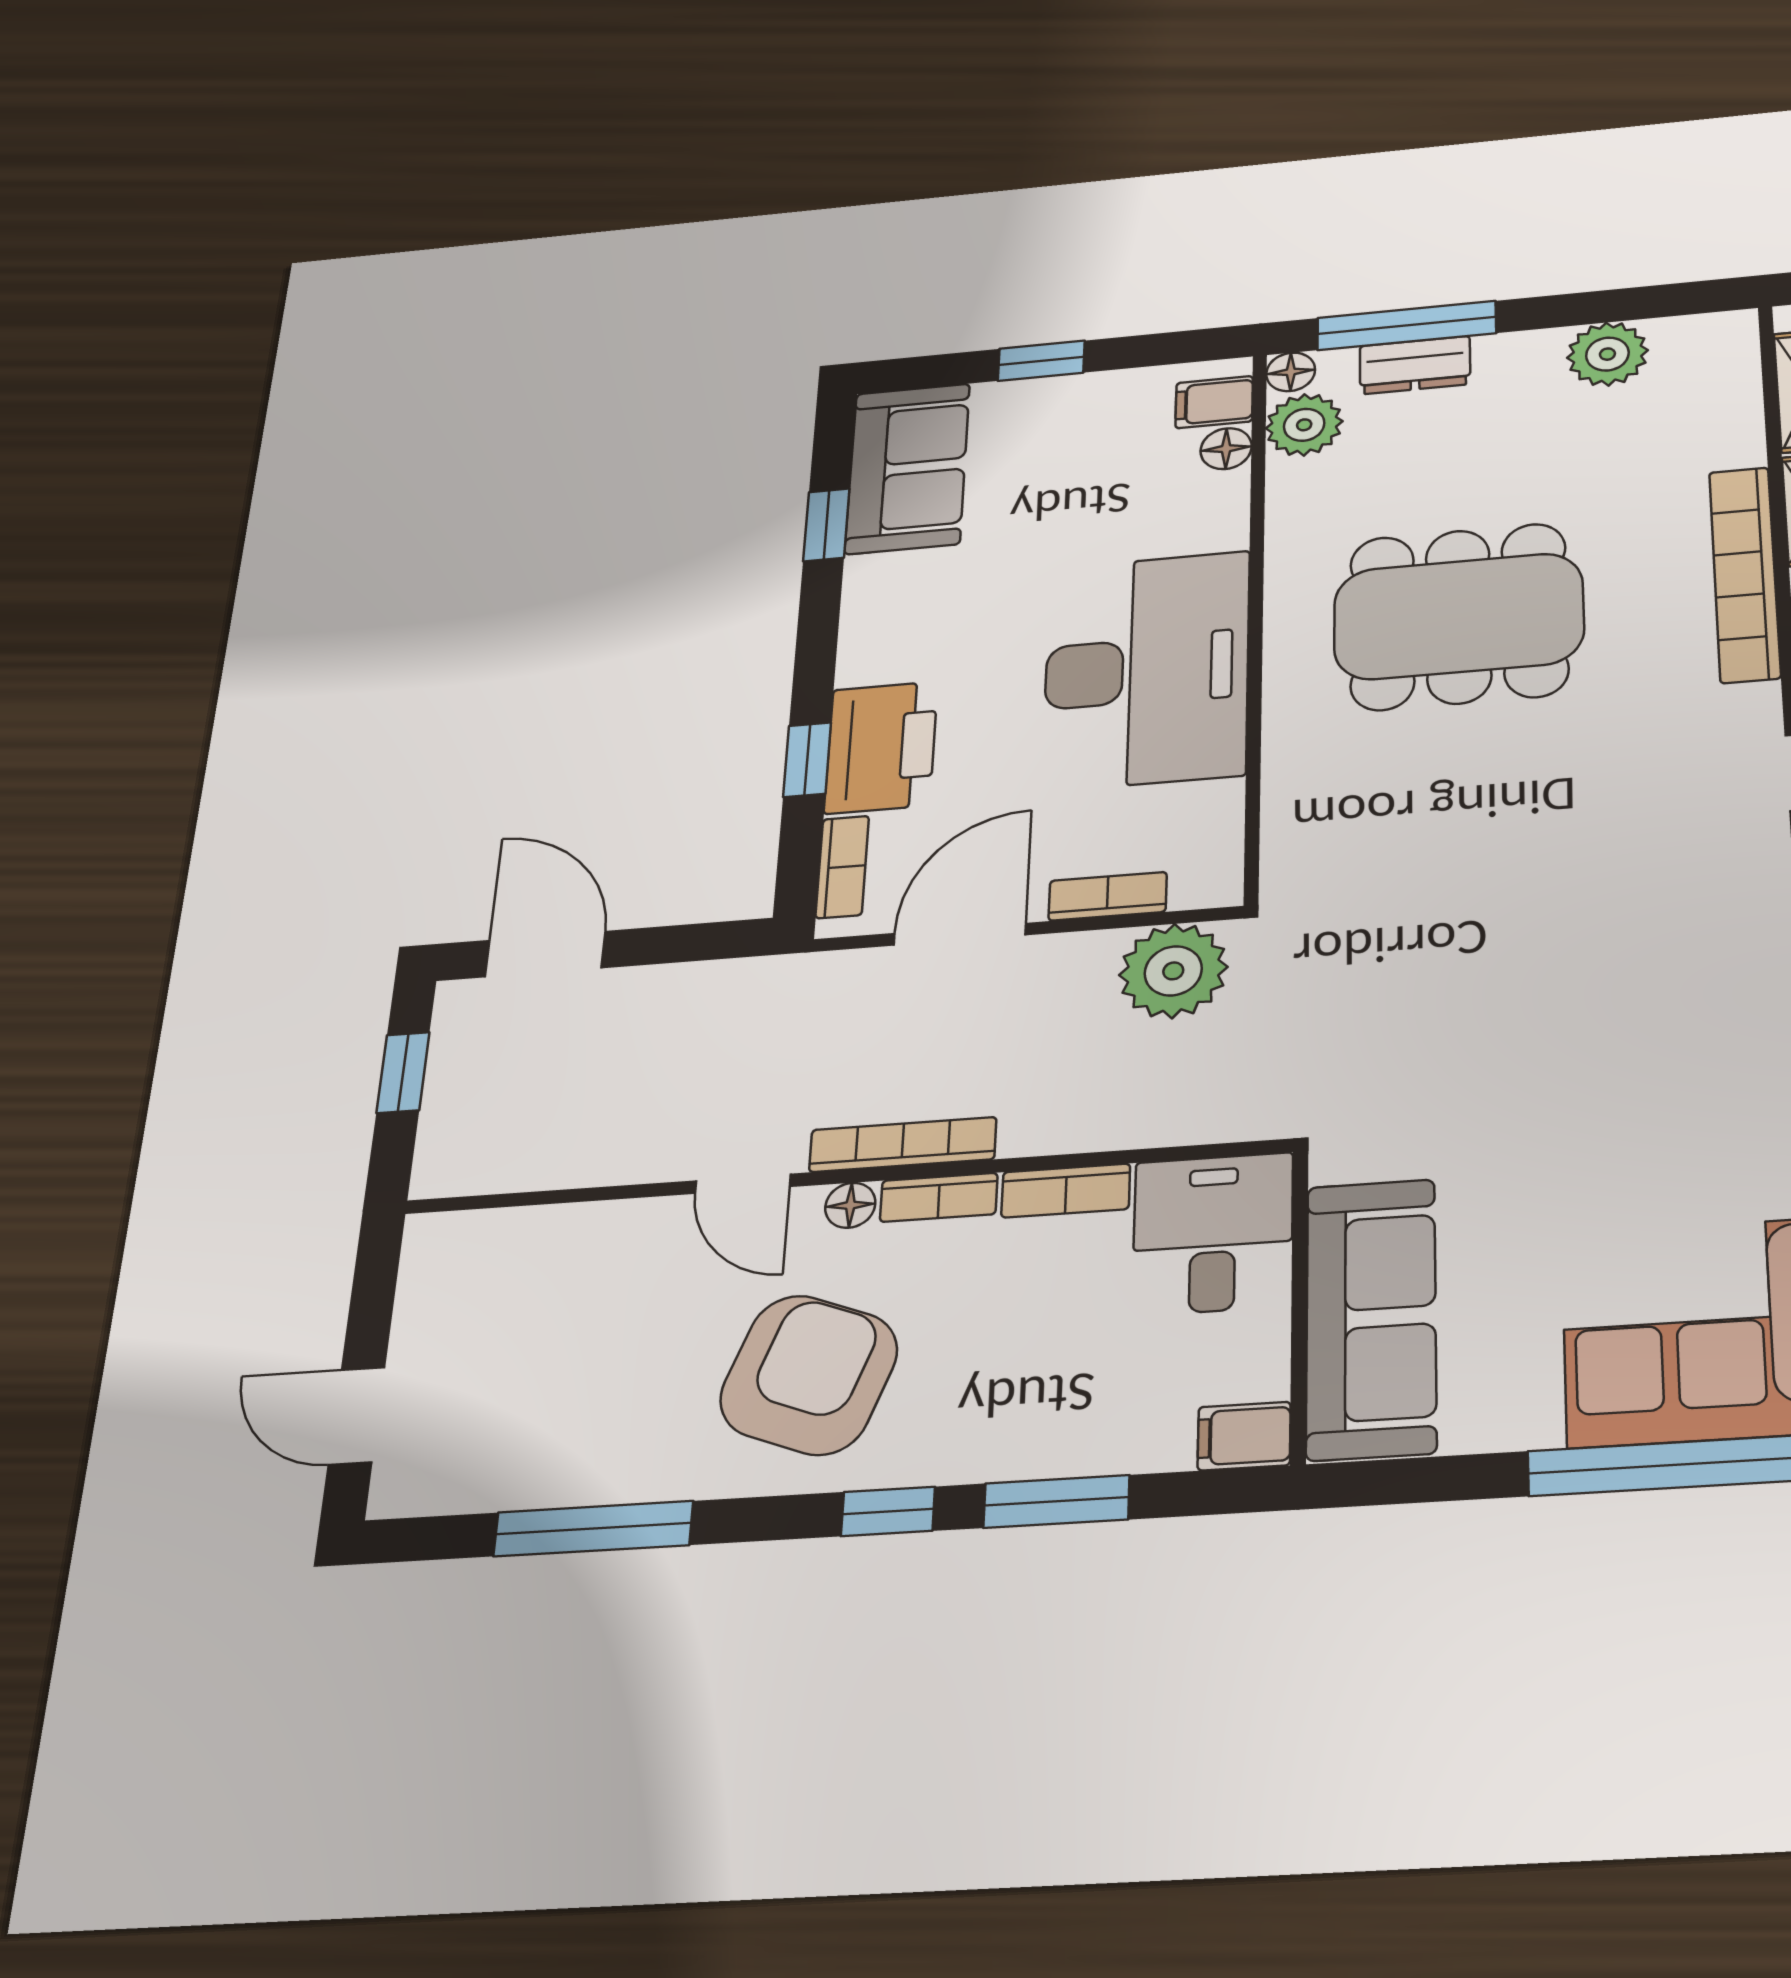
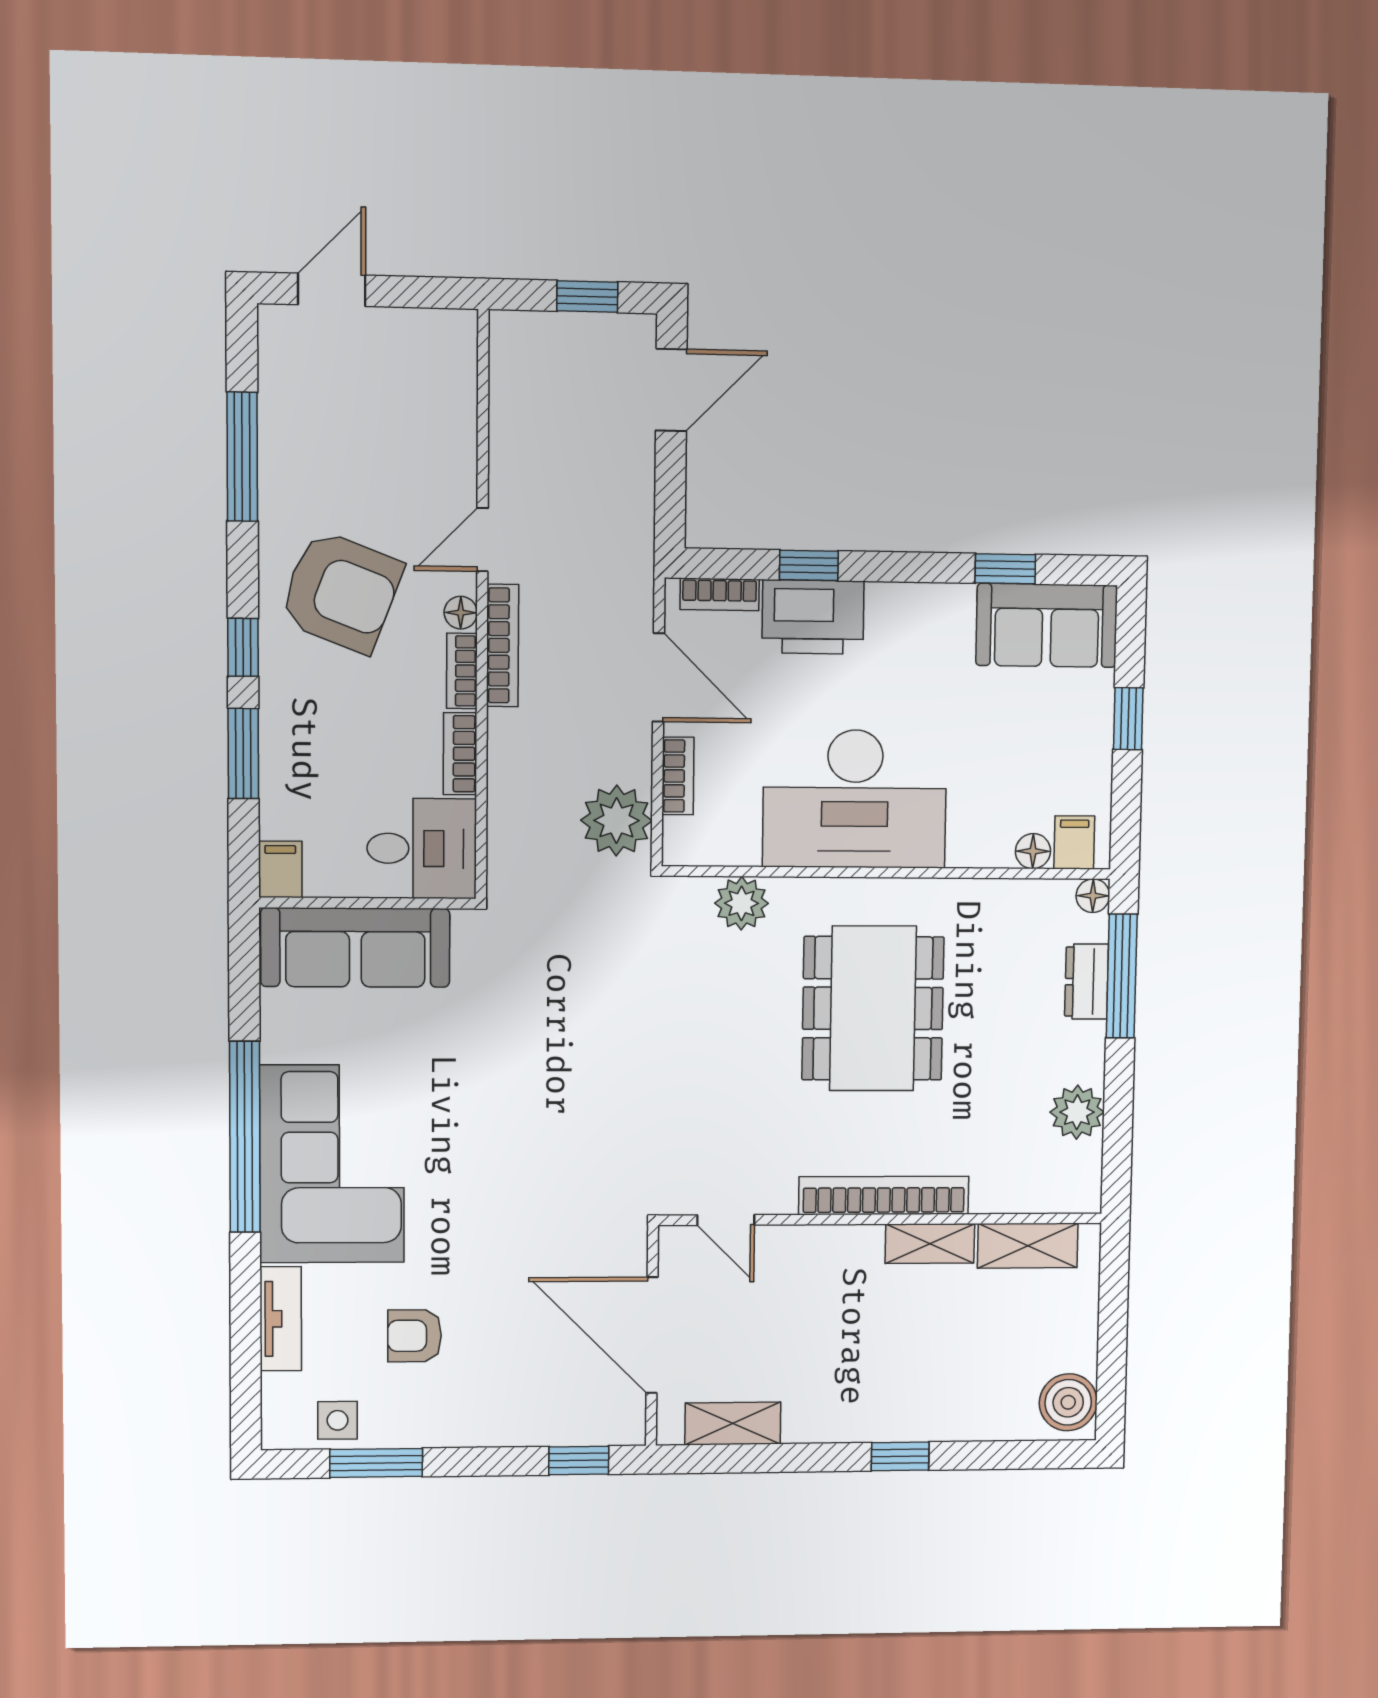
plant: (1304, 425) -> (741, 903), moved

